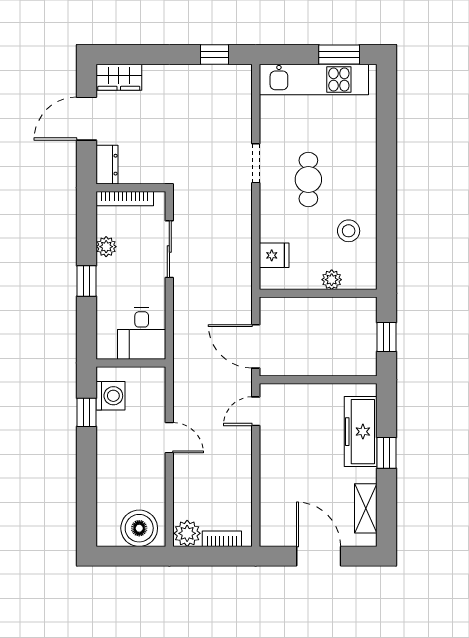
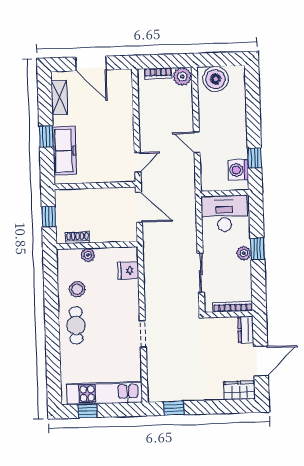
window: (339, 54) -> (88, 411), width x0.67
cafe table: (308, 180) -> (76, 325), moved
plant: (106, 247) -> (244, 253), moved
shoe rack: (346, 305) -> (78, 238), added
desk: (142, 333) -> (224, 214), width x1.37

